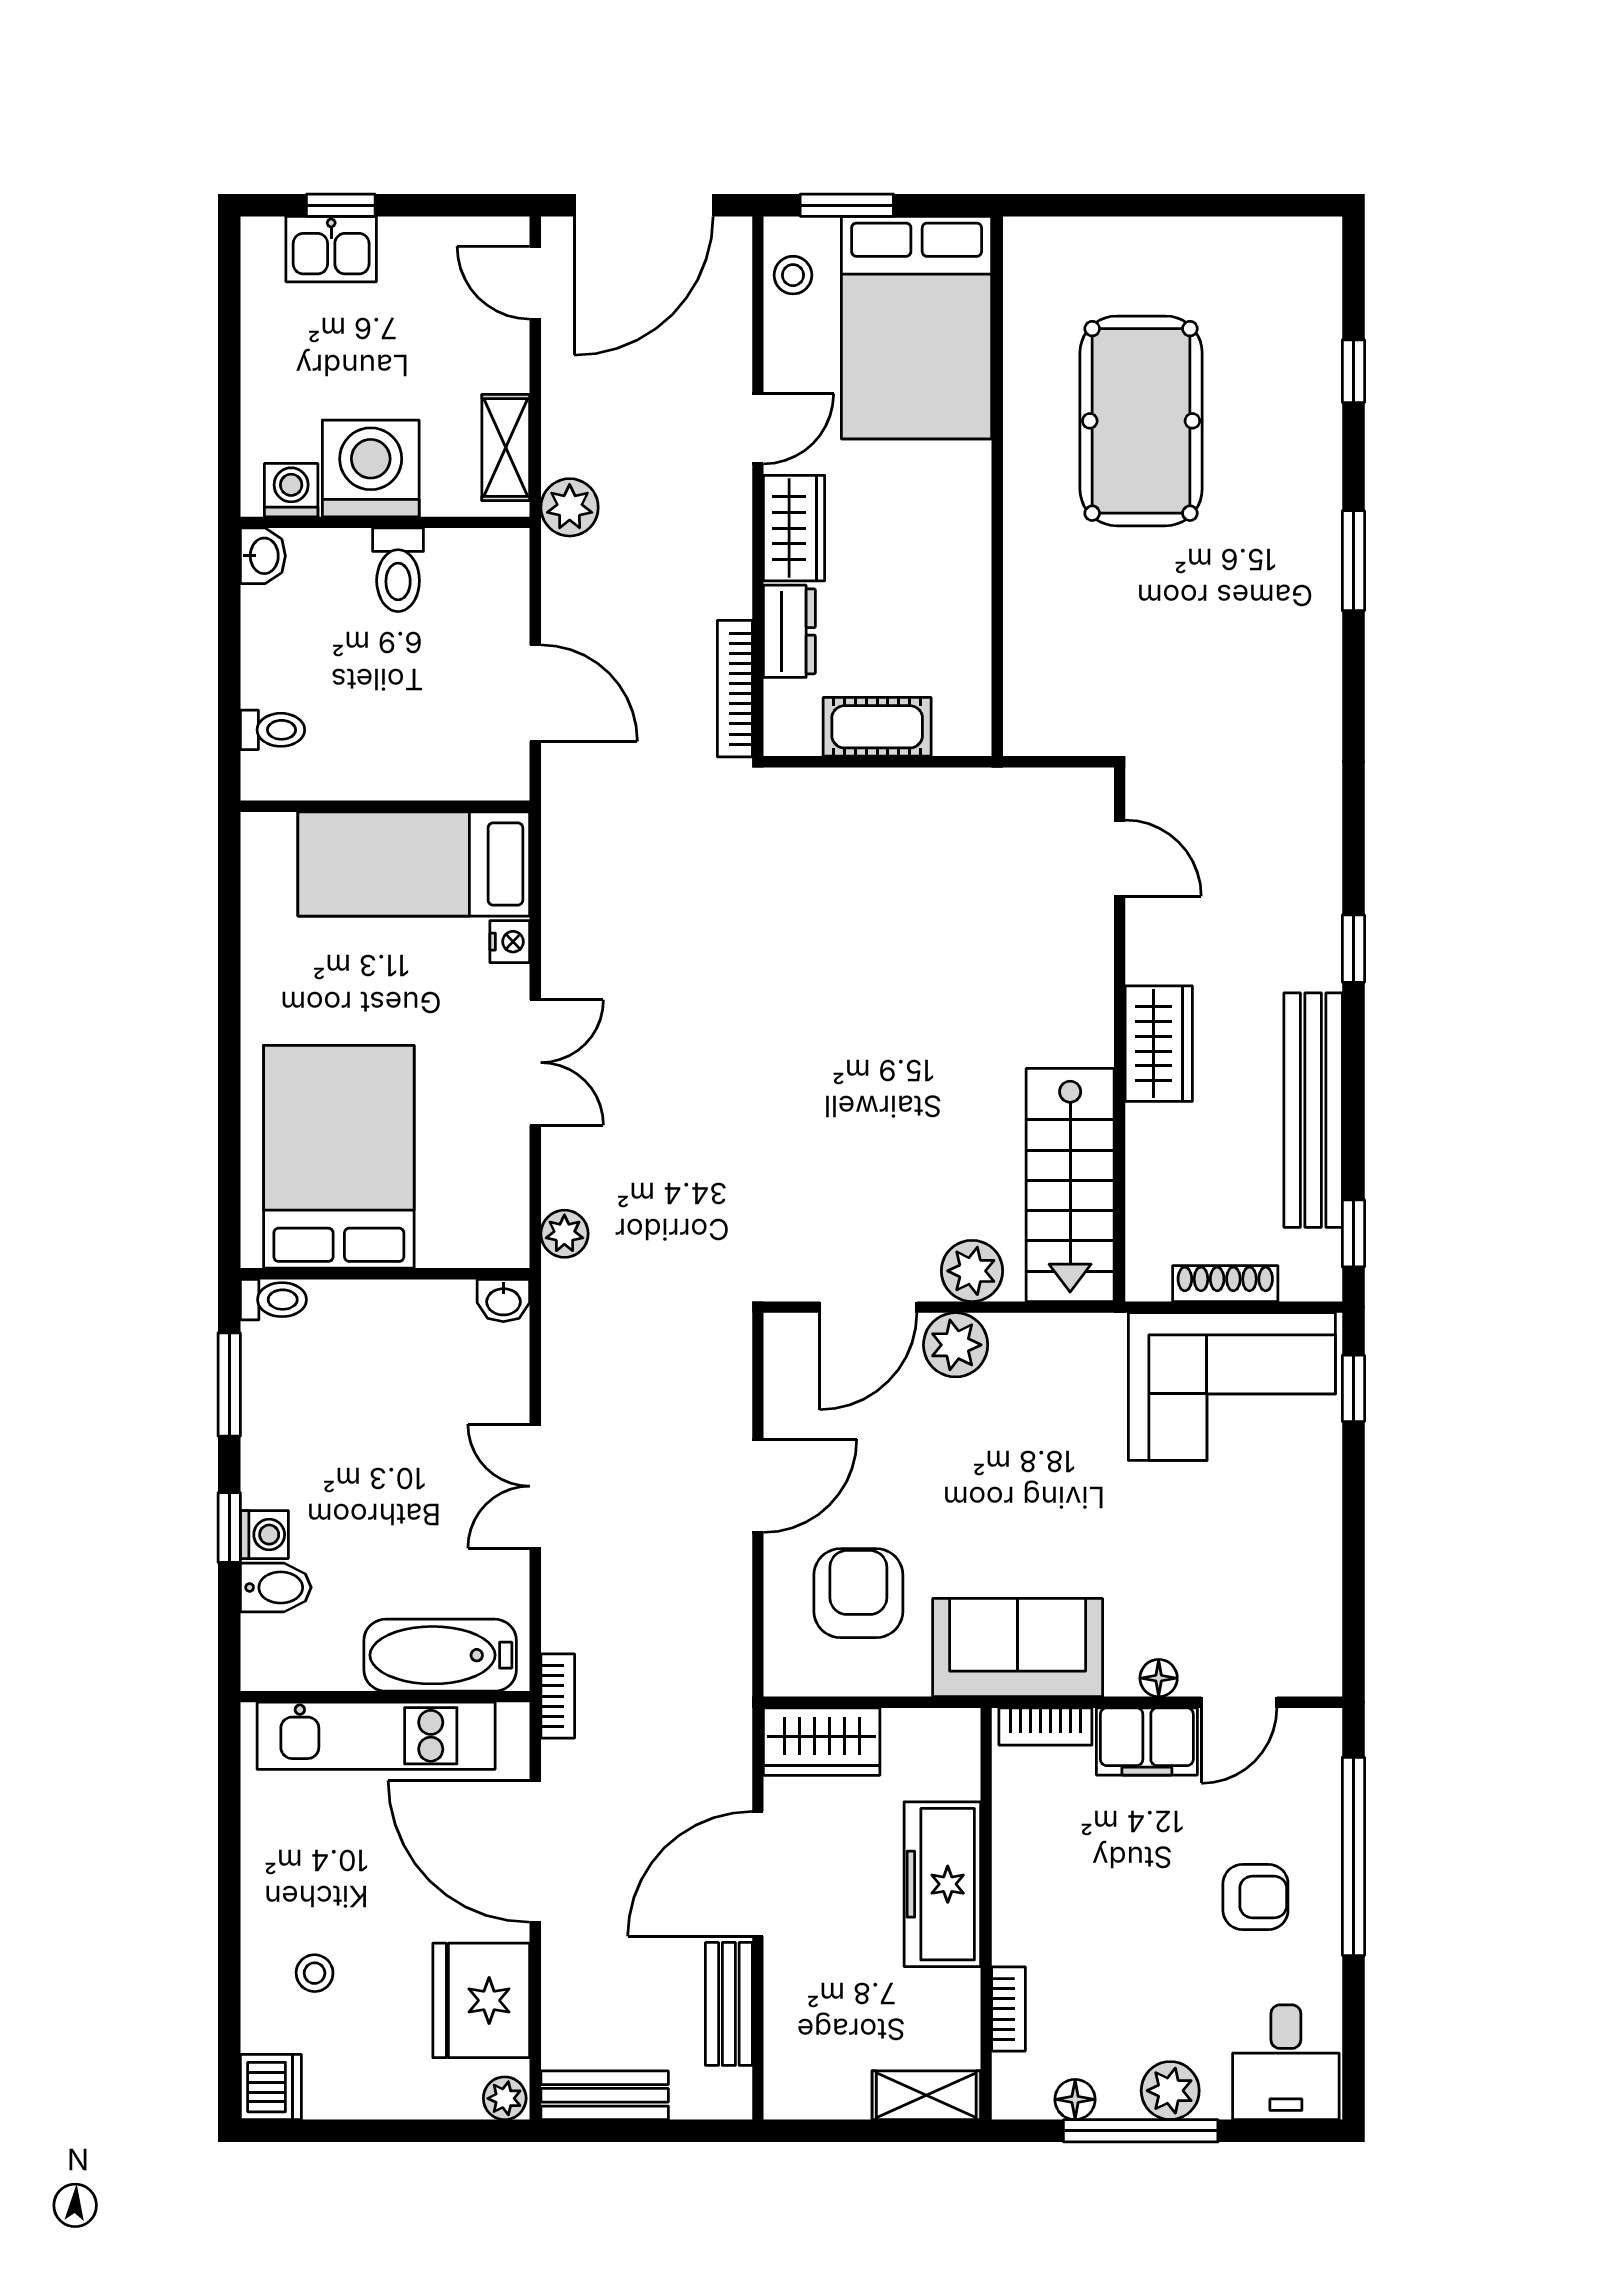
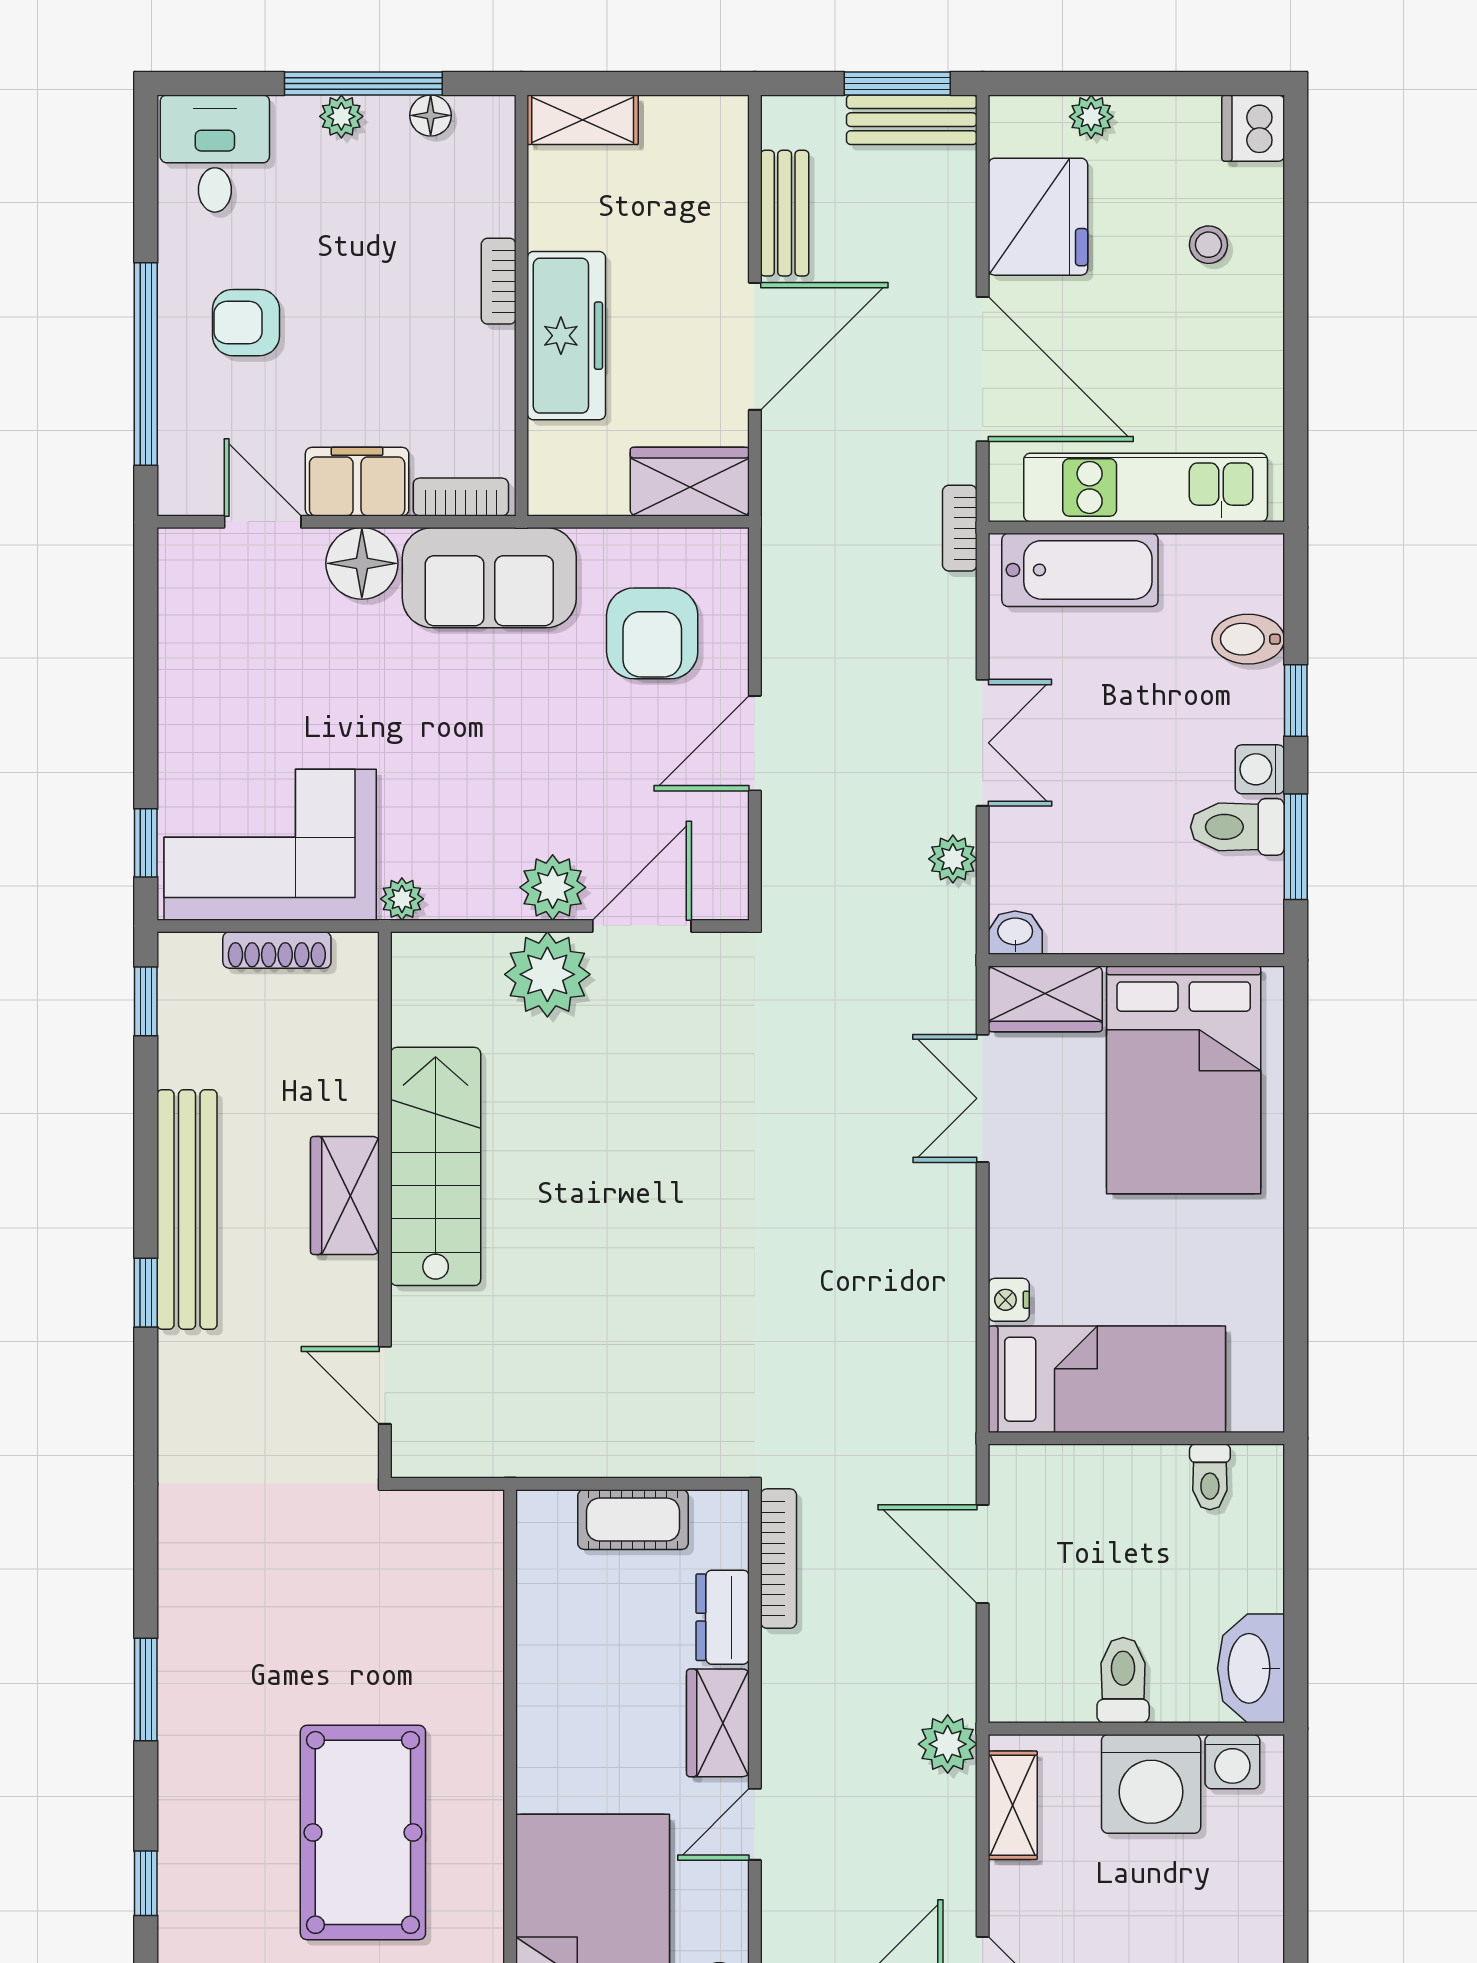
washbasin: (263, 556) -> (1251, 1668), width x1.91, depth x1.45
toilet: (273, 730) -> (1210, 1477), moved, turned -90
double door: (535, 1063) -> (983, 1098), moved
bench: (1313, 1110) -> (187, 1209), moved
stairs: (1070, 1185) -> (436, 1166), moved
plant: (564, 1234) -> (953, 859), moved
wardrobe: (474, 1236) -> (1045, 999), added
plant: (972, 1271) -> (547, 974), width x1.36, depth x1.36
toilet: (273, 1300) -> (1237, 827), moved, width x1.37, depth x1.39
plant: (1103, 1334) -> (402, 899), added
washing machine: (264, 1535) -> (1260, 769), moved
floor lamp: (1159, 1678) -> (362, 563), width x1.89, depth x1.89
door: (1239, 1702) -> (263, 522), hinge flipped
bookcase: (1009, 2009) -> (499, 281), moved
plant: (1170, 2091) -> (341, 116), width x0.73, depth x0.73
plant: (505, 2098) -> (1091, 117), moved
window: (619, 2131) -> (897, 83), added

